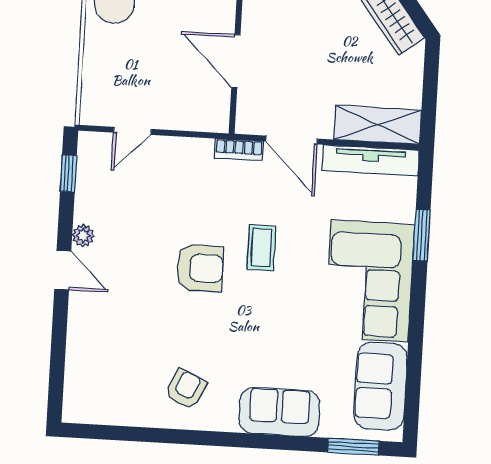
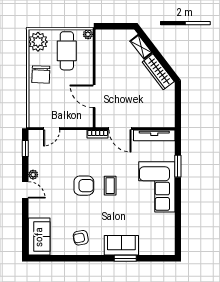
shelving: (378, 125) -> (156, 120), removed
coffee table: (261, 248) -> (110, 186), moved
sofa: (381, 386) -> (39, 237), moved, turned 180
armchair: (186, 389) -> (81, 238), turned -125
window: (353, 447) -> (125, 258), moved

